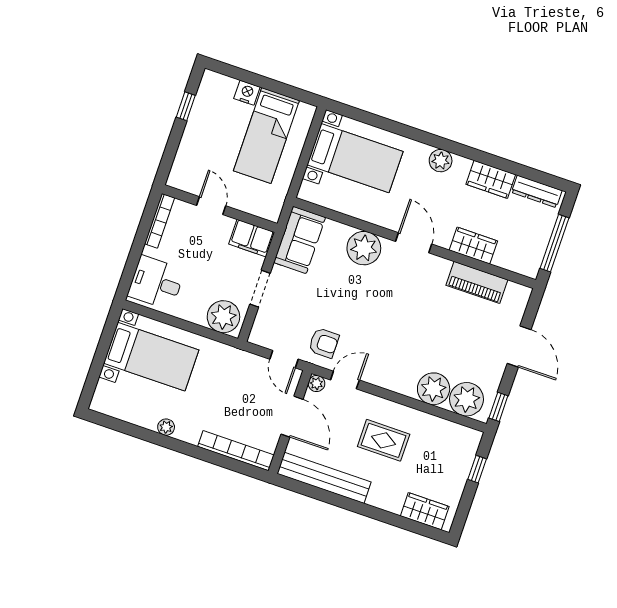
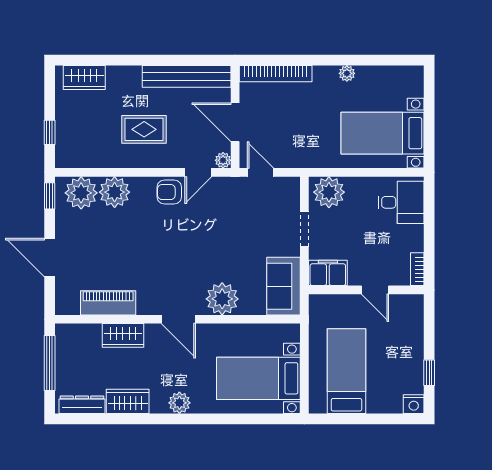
nightstand: (247, 93) -> (414, 404), moved
bookcase: (160, 221) -> (417, 269), width x0.64
armchair: (324, 343) -> (169, 192), moved

